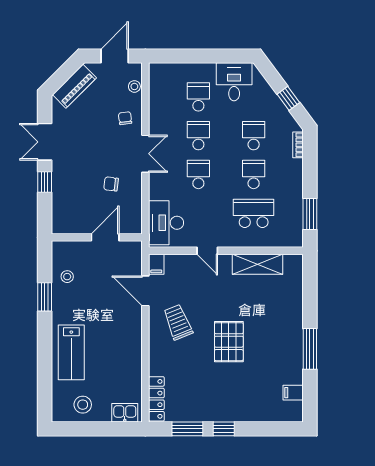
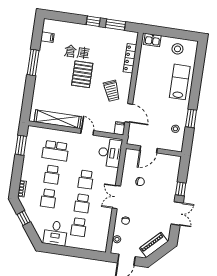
shelving: (258, 264) -> (58, 119), width x1.47
locker: (156, 399) -> (130, 58), moved

